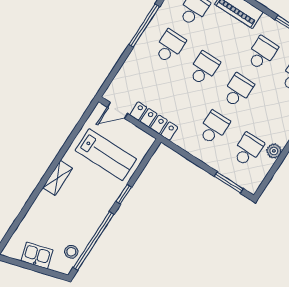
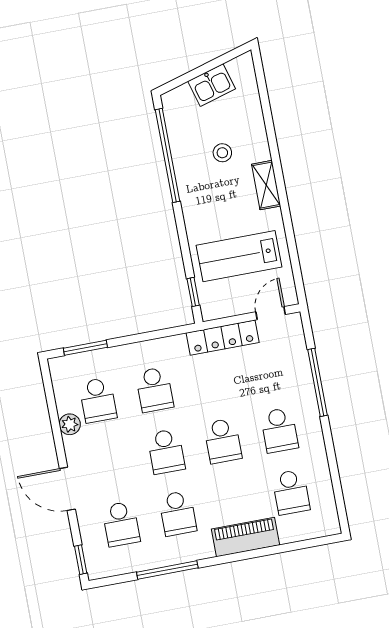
window: (144, 26) -> (317, 382), moved
window: (124, 194) -> (193, 292), moved
stool: (71, 252) -> (222, 153), moved

